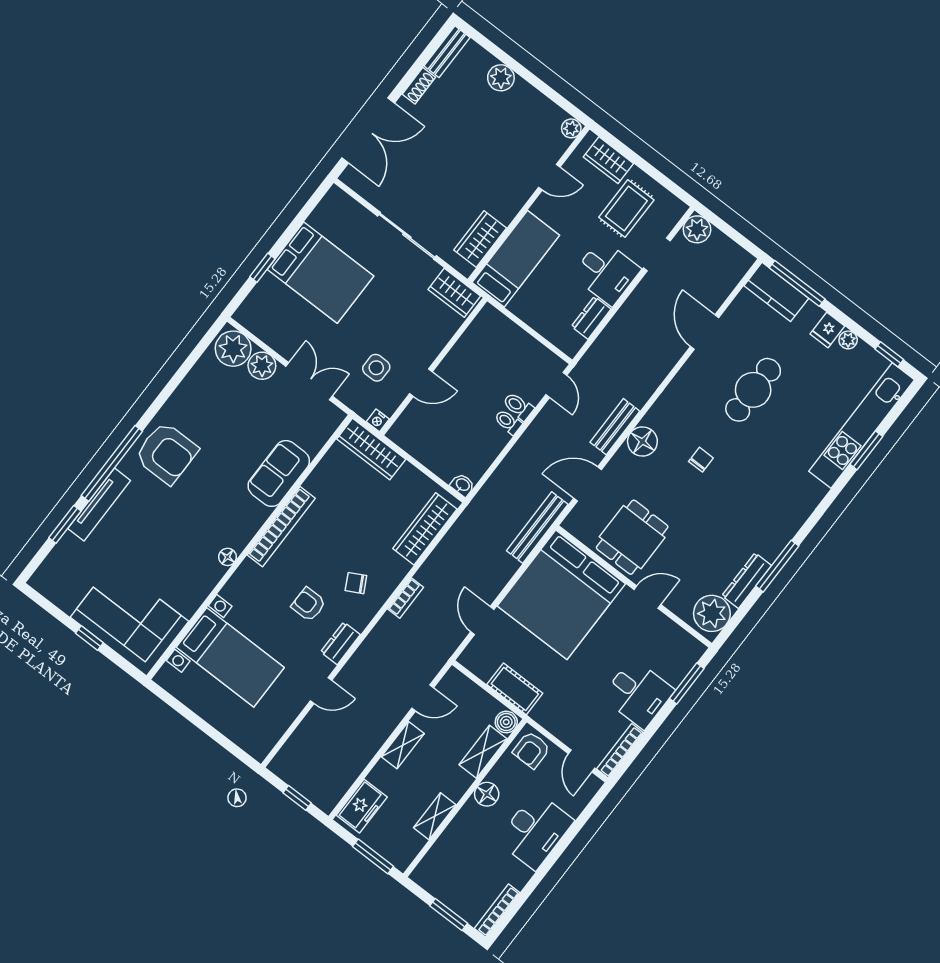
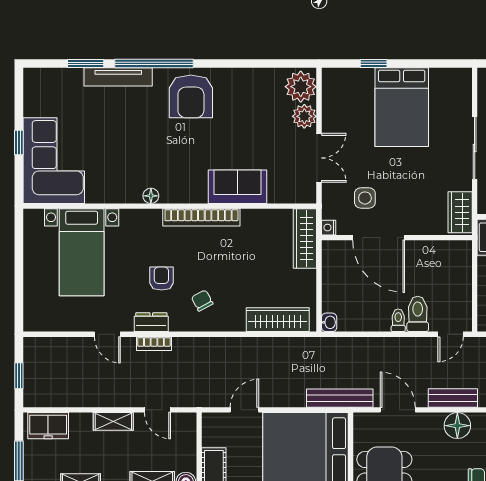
door: (421, 383) -> (379, 238), width x1.87
toilet: (518, 406) -> (418, 314), width x1.37, depth x1.39
bookcase: (406, 598) -> (154, 344), moved

